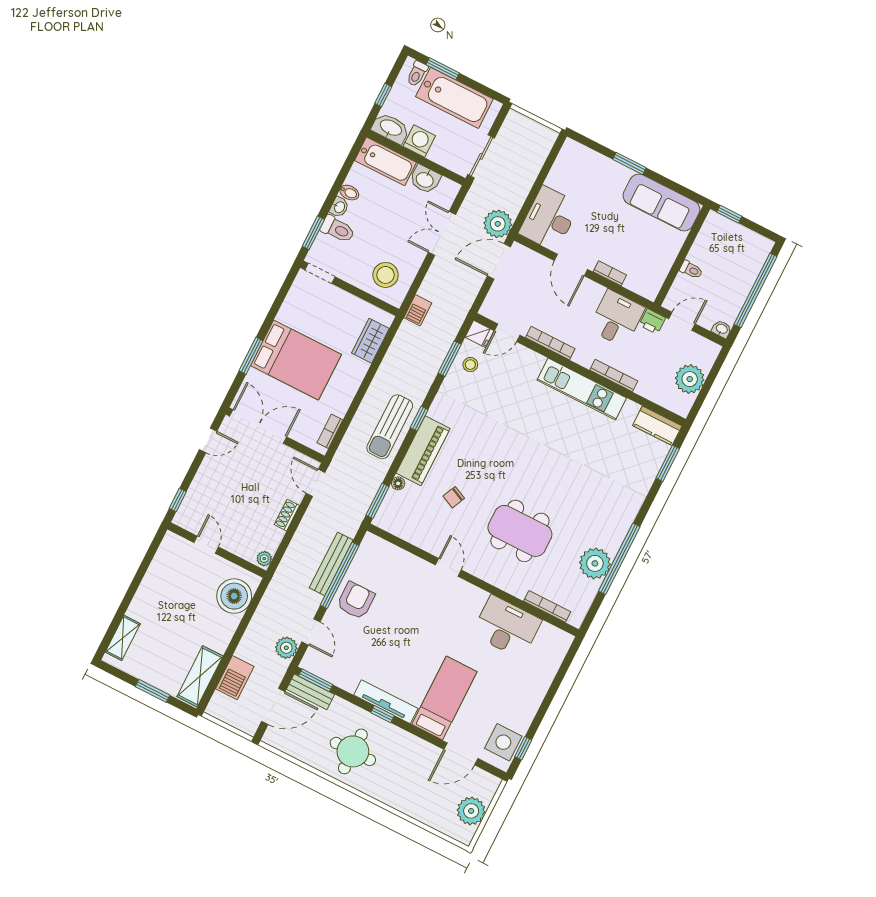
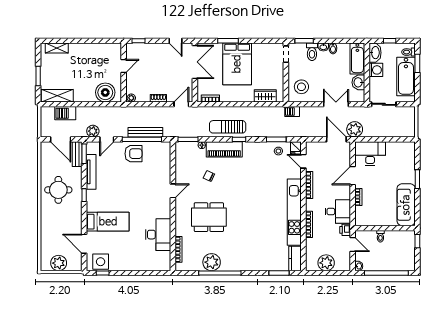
kitchen unit: (582, 389) -> (294, 212), width x1.36
dining table: (520, 531) -> (209, 217), turned 90
tv unit: (386, 702) -> (91, 172), moved

